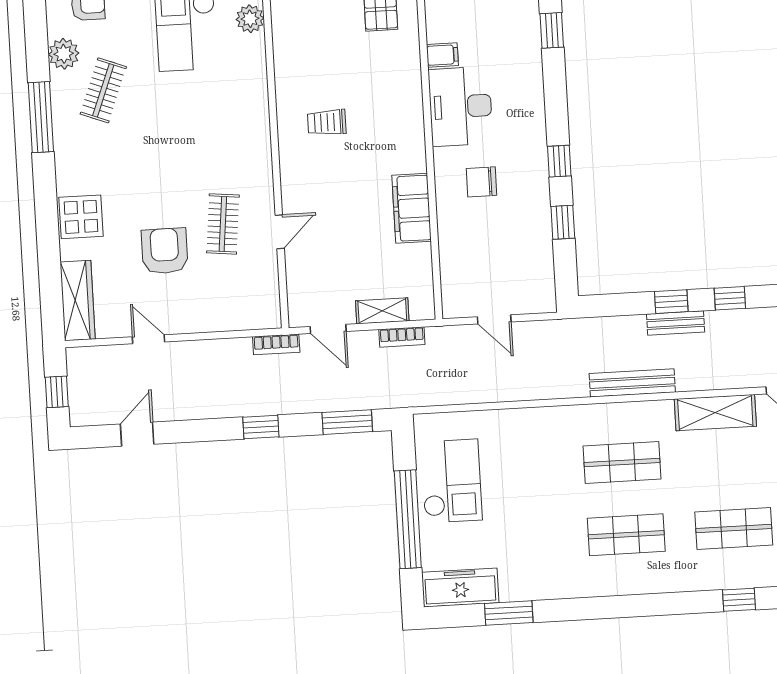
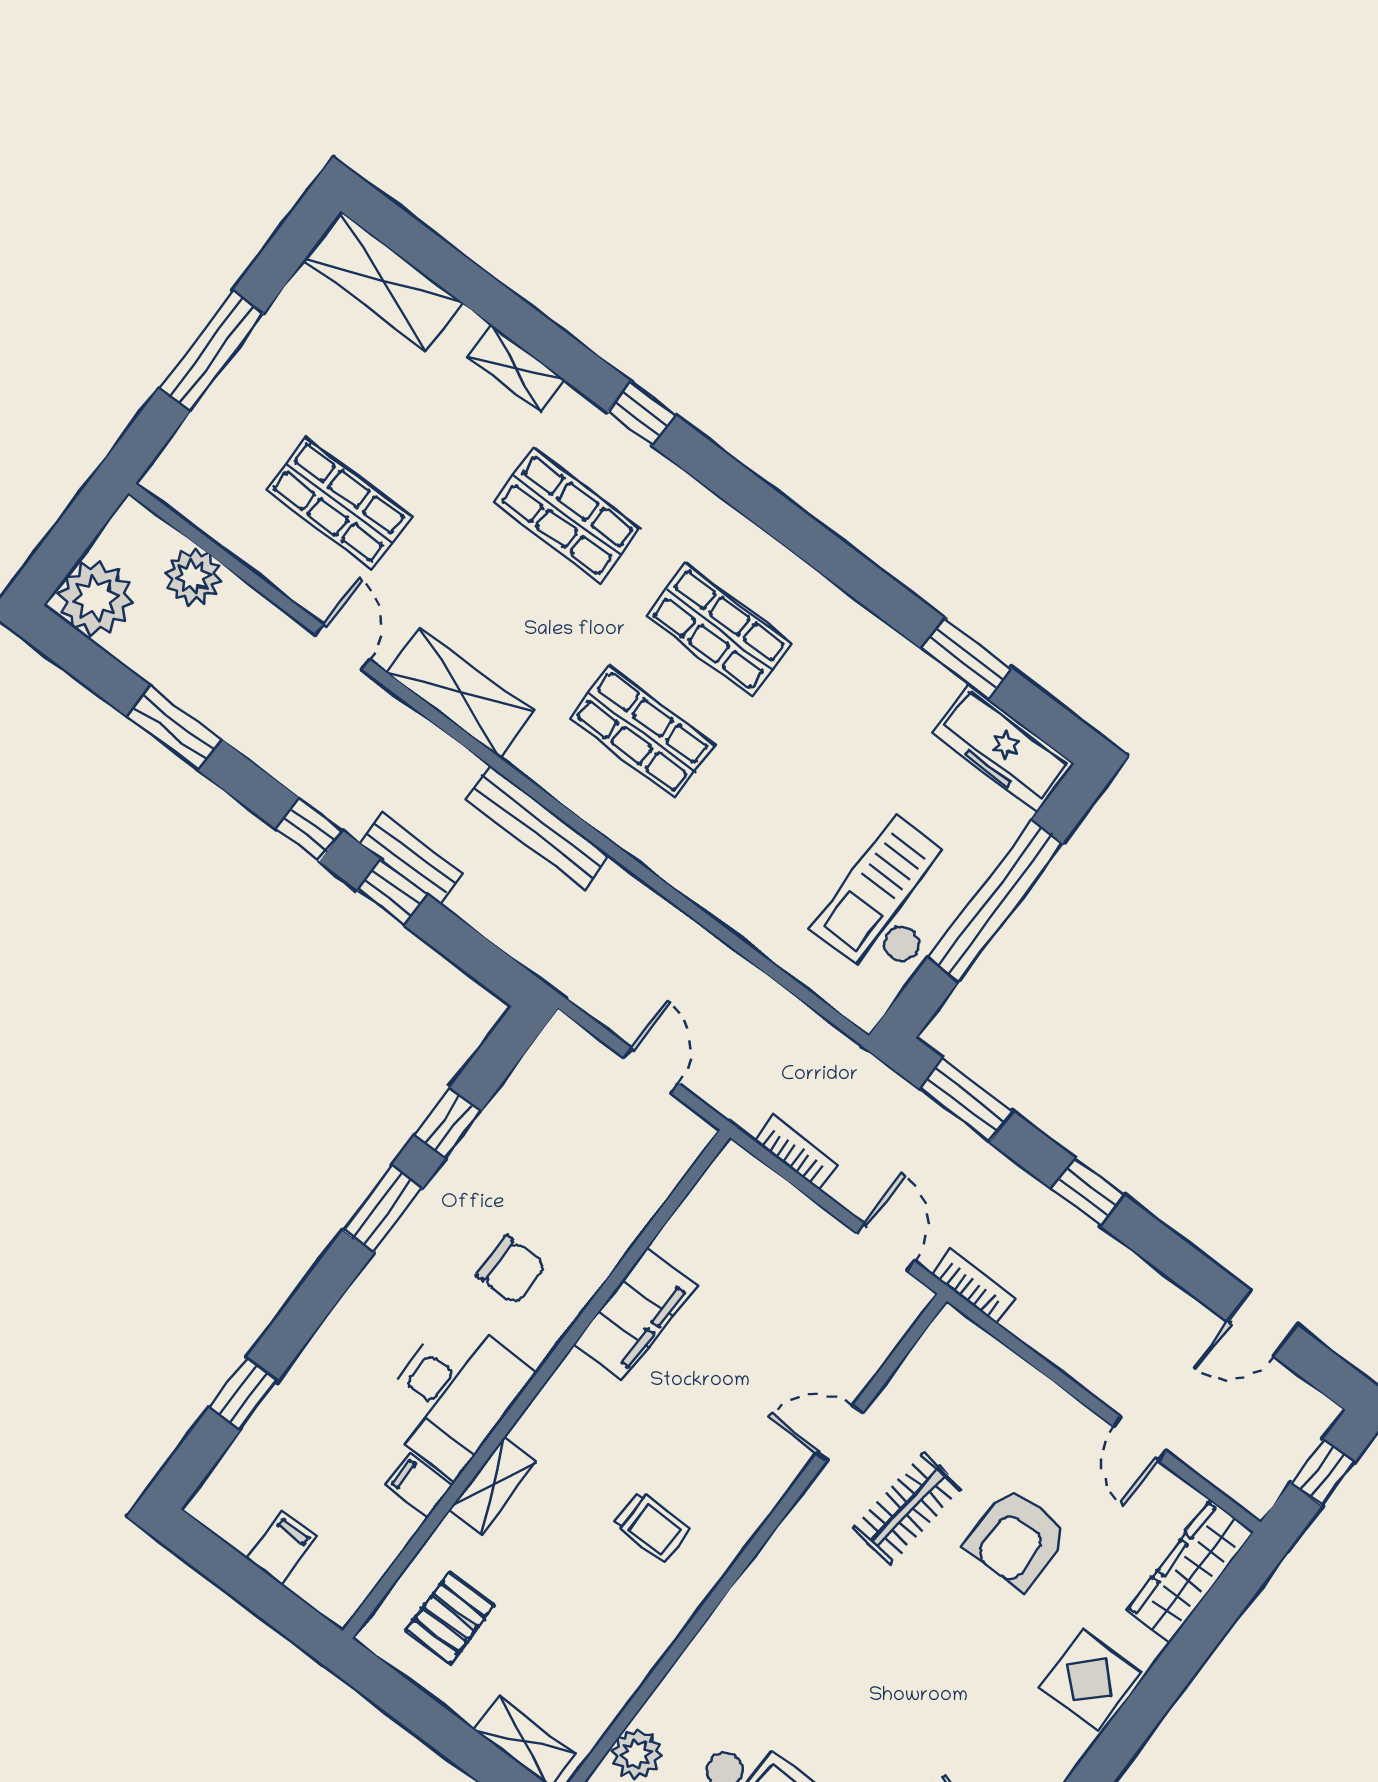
window: (559, 161) -> (383, 1209), width x1.50
shelving: (382, 311) -> (493, 1486), moved, turned 90

